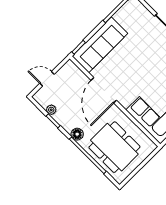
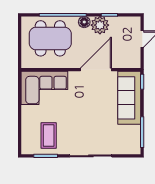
door: (104, 90) -> (96, 70), hinge flipped
plant: (51, 110) -> (100, 25), moved, width x1.87, depth x1.87

